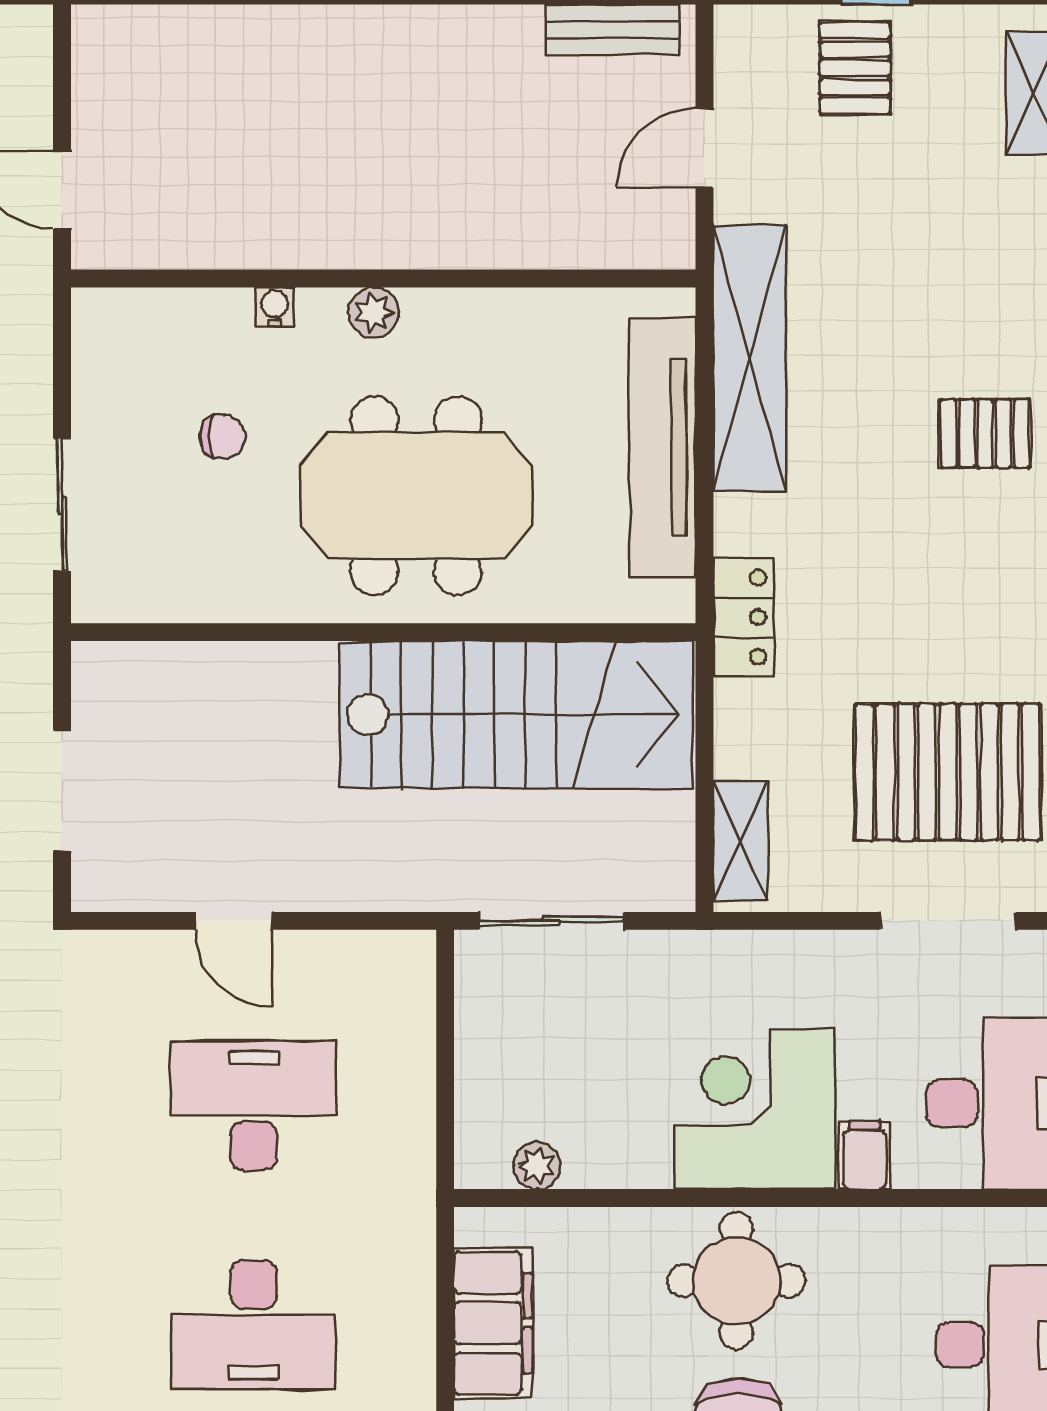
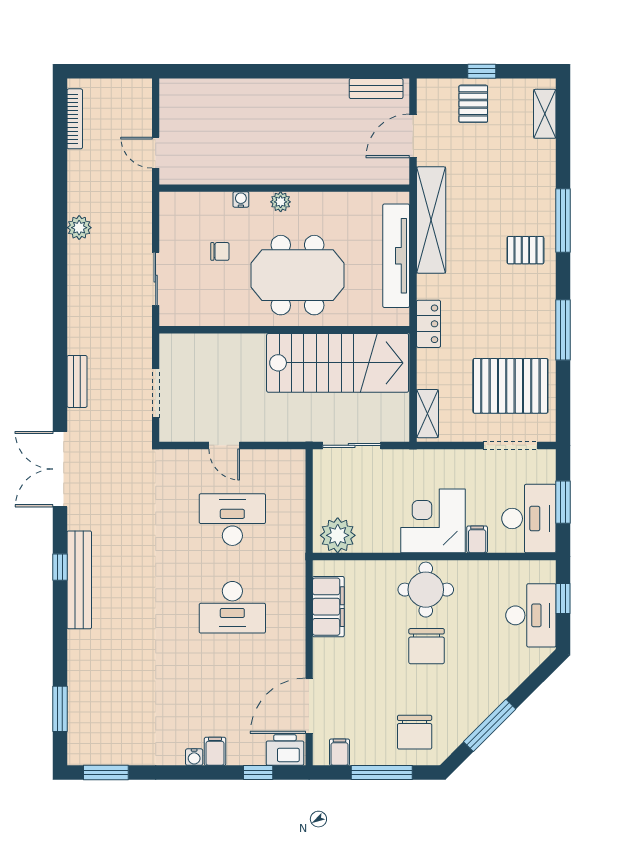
door: (704, 148) -> (413, 136), width x1.38
plant: (537, 1166) -> (338, 535), width x1.87, depth x1.87

